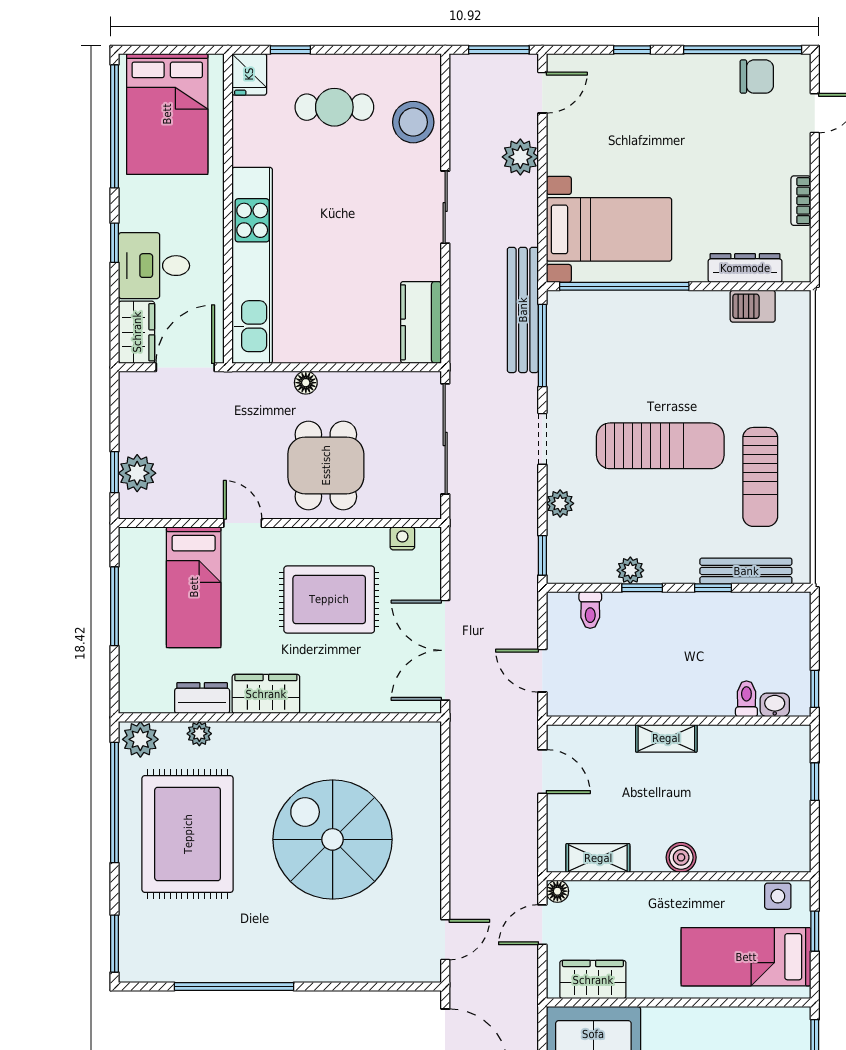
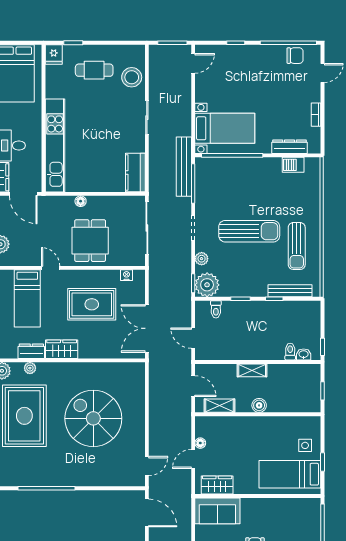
plant: (520, 157) -> (183, 94), removed
door: (185, 367) -> (23, 194), swing flipped
plant: (630, 570) -> (207, 285), moved, width x1.88, depth x1.88
boiler: (681, 857) -> (259, 405), moved
shelving: (598, 858) -> (220, 406), moved
wall: (679, 876) -> (258, 414), moved

